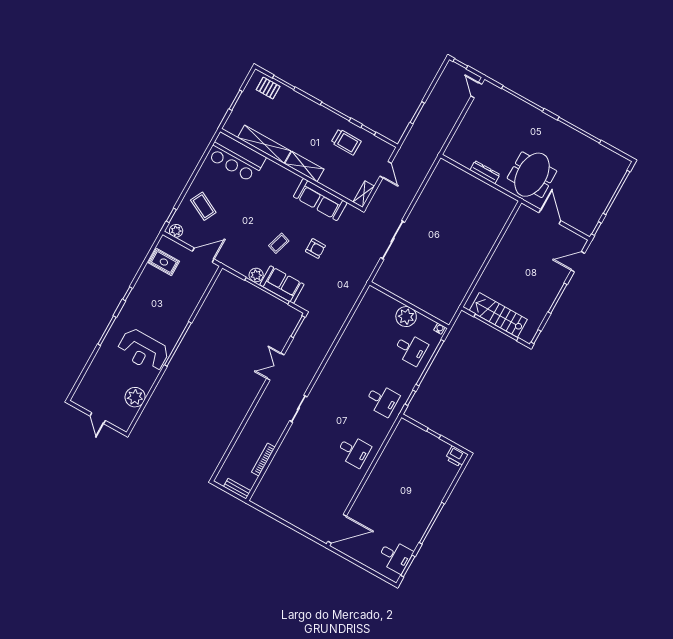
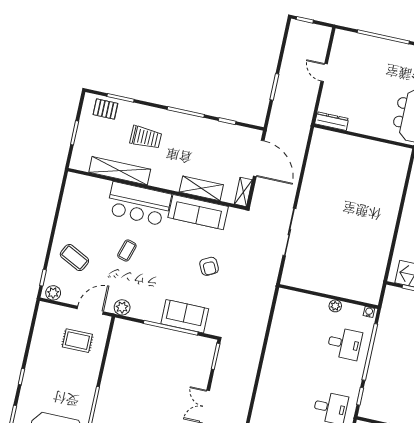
door: (476, 90) -> (324, 73), moved
trolley: (346, 142) -> (146, 137), moved
bar counter: (236, 157) -> (139, 204), moved
shelving: (304, 167) -> (201, 188), moved
door: (386, 170) -> (259, 158), width x1.87
dresser: (485, 172) -> (332, 121), moved
coffee table: (279, 243) -> (127, 250), moved
armchair: (315, 248) -> (209, 266), turned 63
rug: (164, 262) -> (77, 341), moved
plant: (256, 275) -> (122, 307), moved
plant: (406, 317) -> (335, 306), width x0.53, depth x0.53

